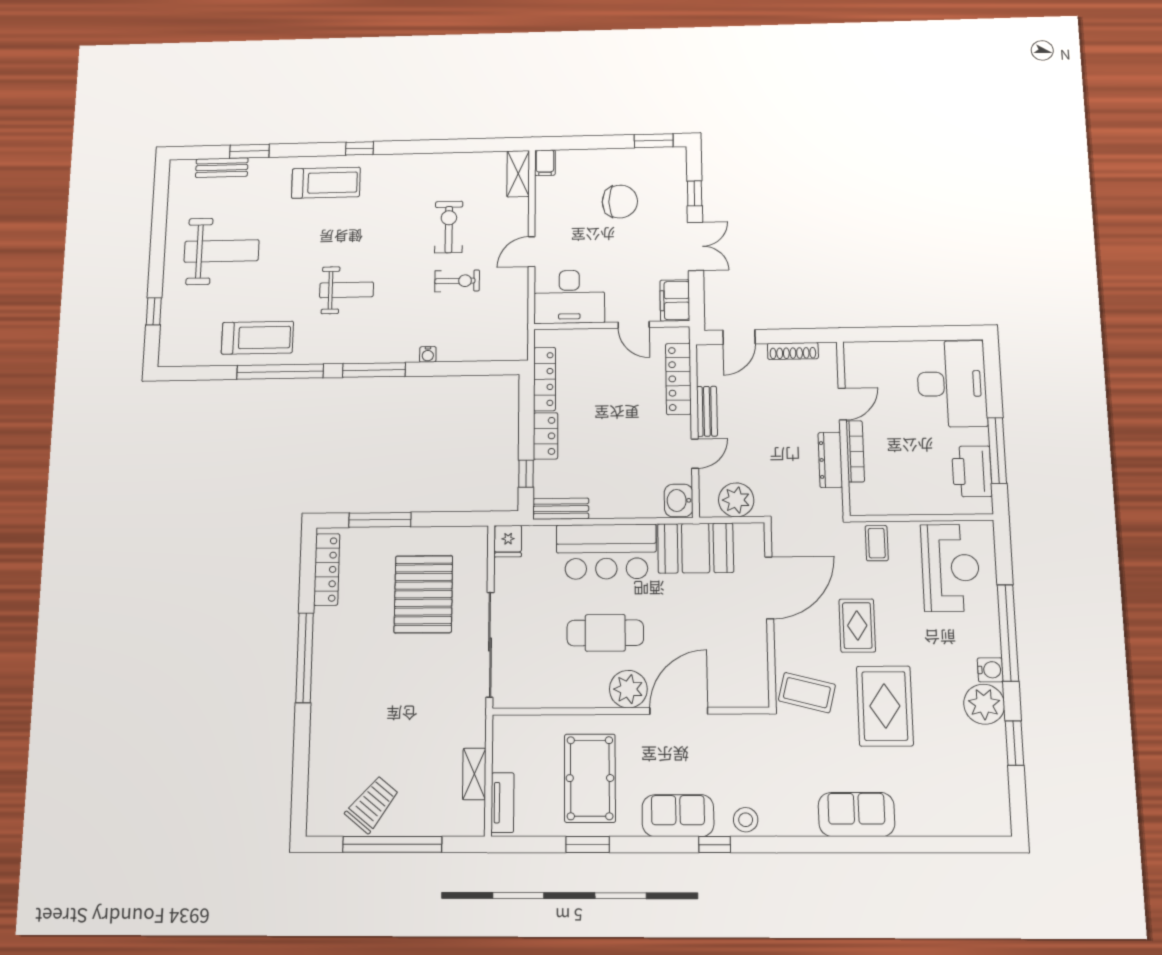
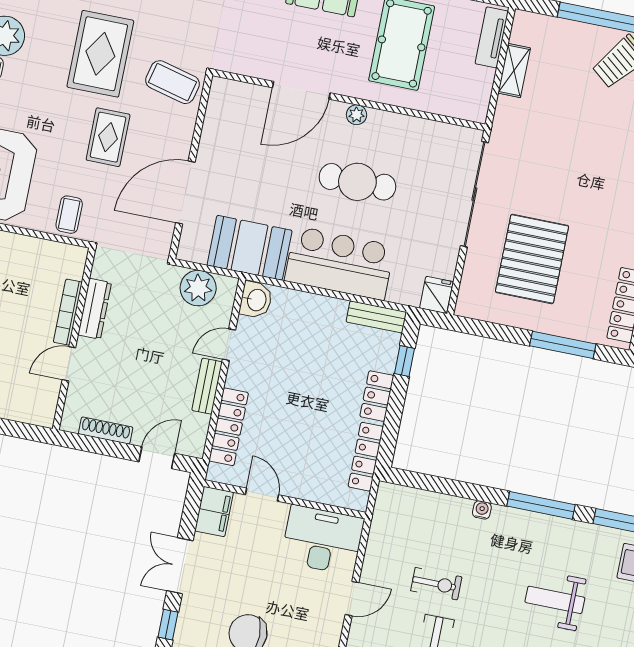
exercise bike: (457, 281) -> (436, 584), turned 180
plant: (628, 689) -> (357, 115), width x0.53, depth x0.53

